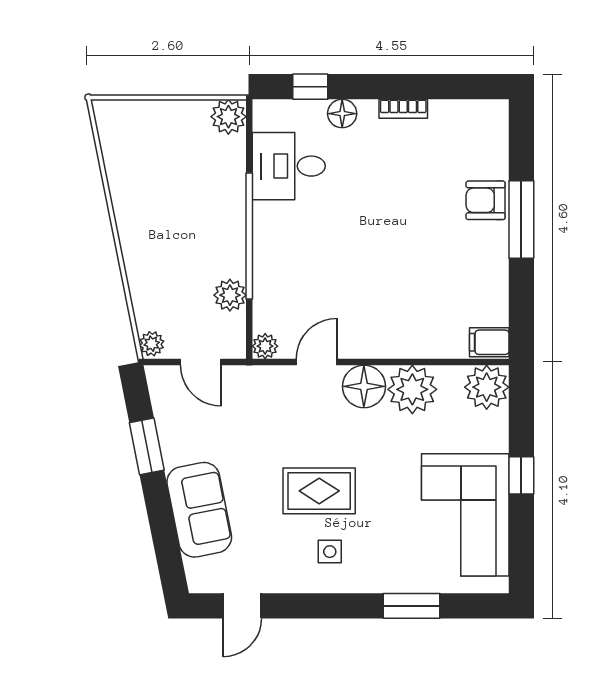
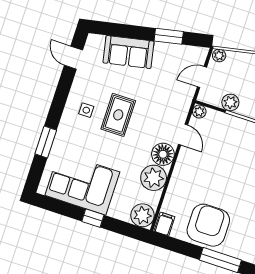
armchair: (486, 200) -> (208, 225), moved, width x1.88, depth x1.88

